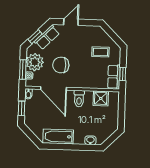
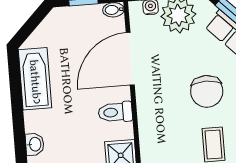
chair: (61, 65) -> (207, 91), moved, turned 180

